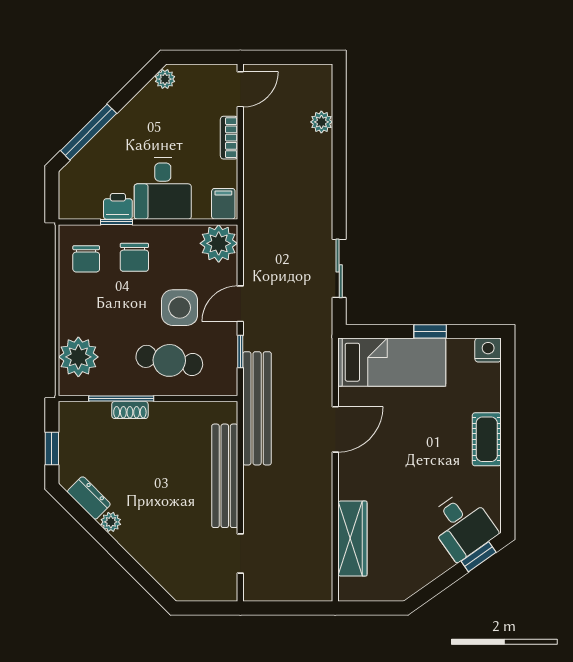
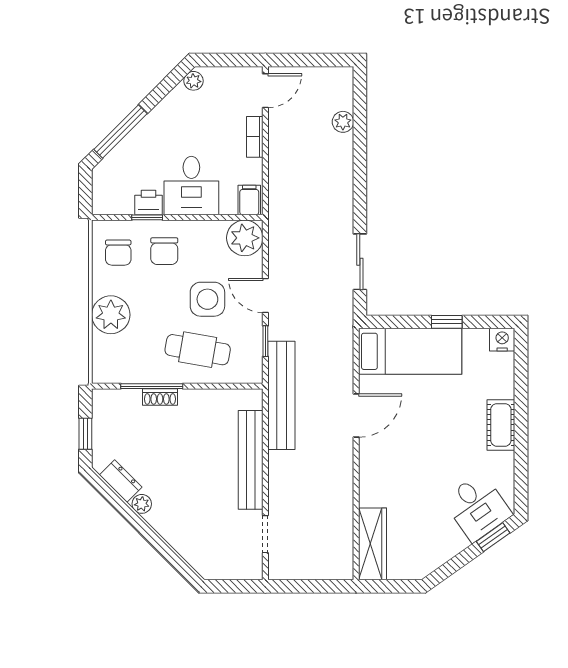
door: (240, 304) -> (265, 296), hinge flipped
plant: (78, 357) -> (111, 315), moved
wardrobe: (352, 539) -> (373, 544), moved

